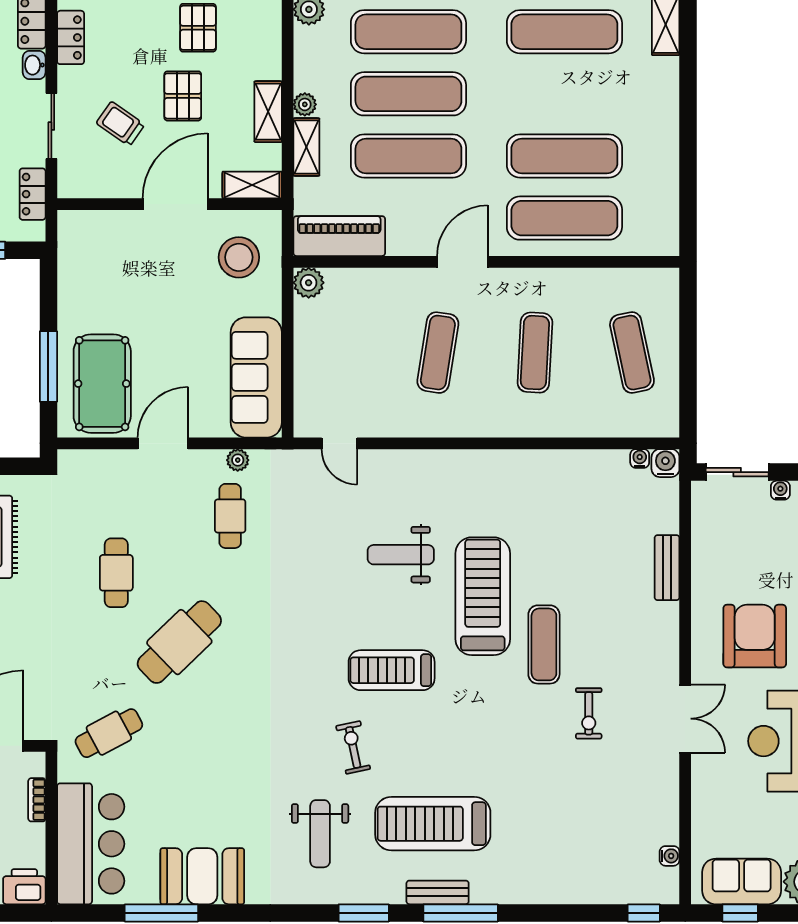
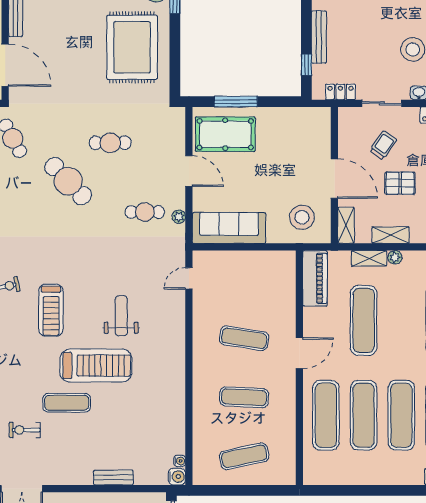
exercise mat: (408, 94) -> (401, 415), moved
door: (462, 262) -> (299, 353), hinge flipped
plant: (309, 283) -> (287, 260), removed
treadmill: (392, 670) -> (51, 310), turned 180

